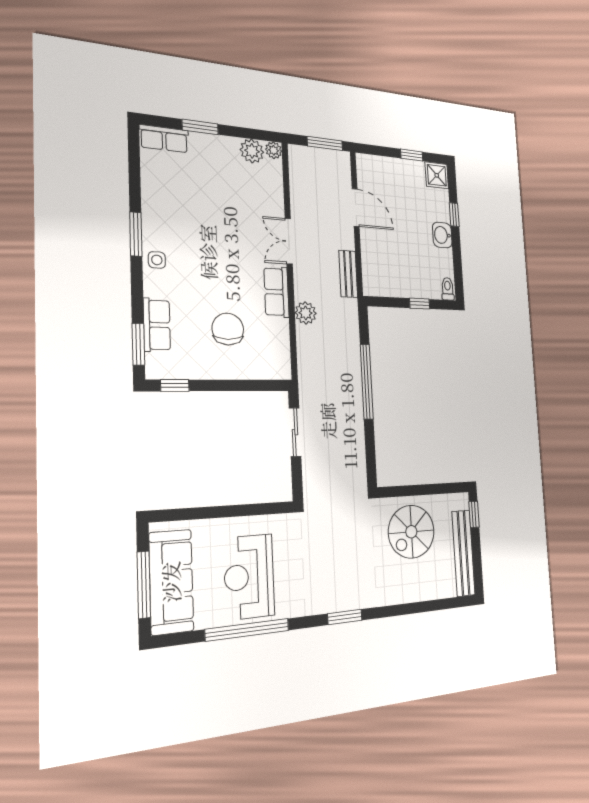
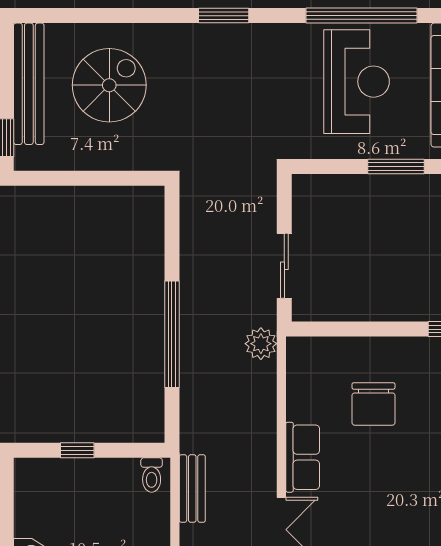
toilet: (448, 289) -> (152, 475), moved
plant: (306, 313) -> (261, 344), moved
window: (217, 512) -> (396, 166), added
spiral stairs: (411, 532) -> (109, 85), moved

